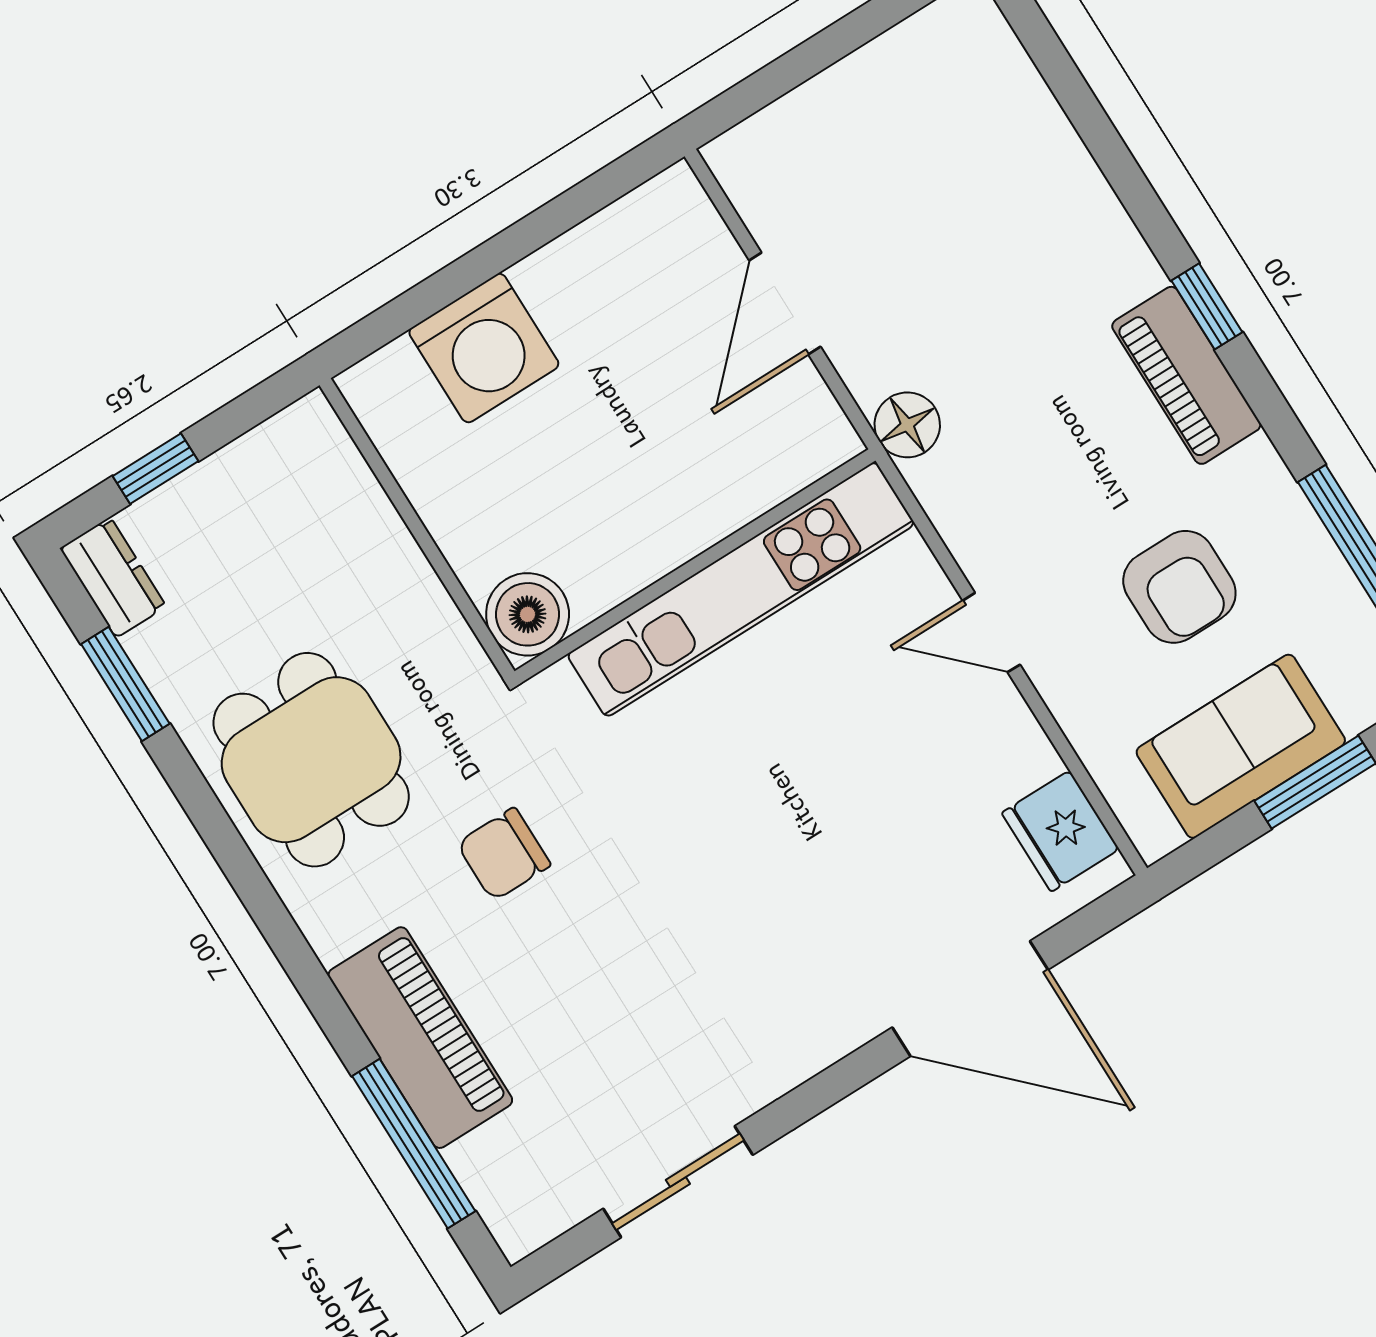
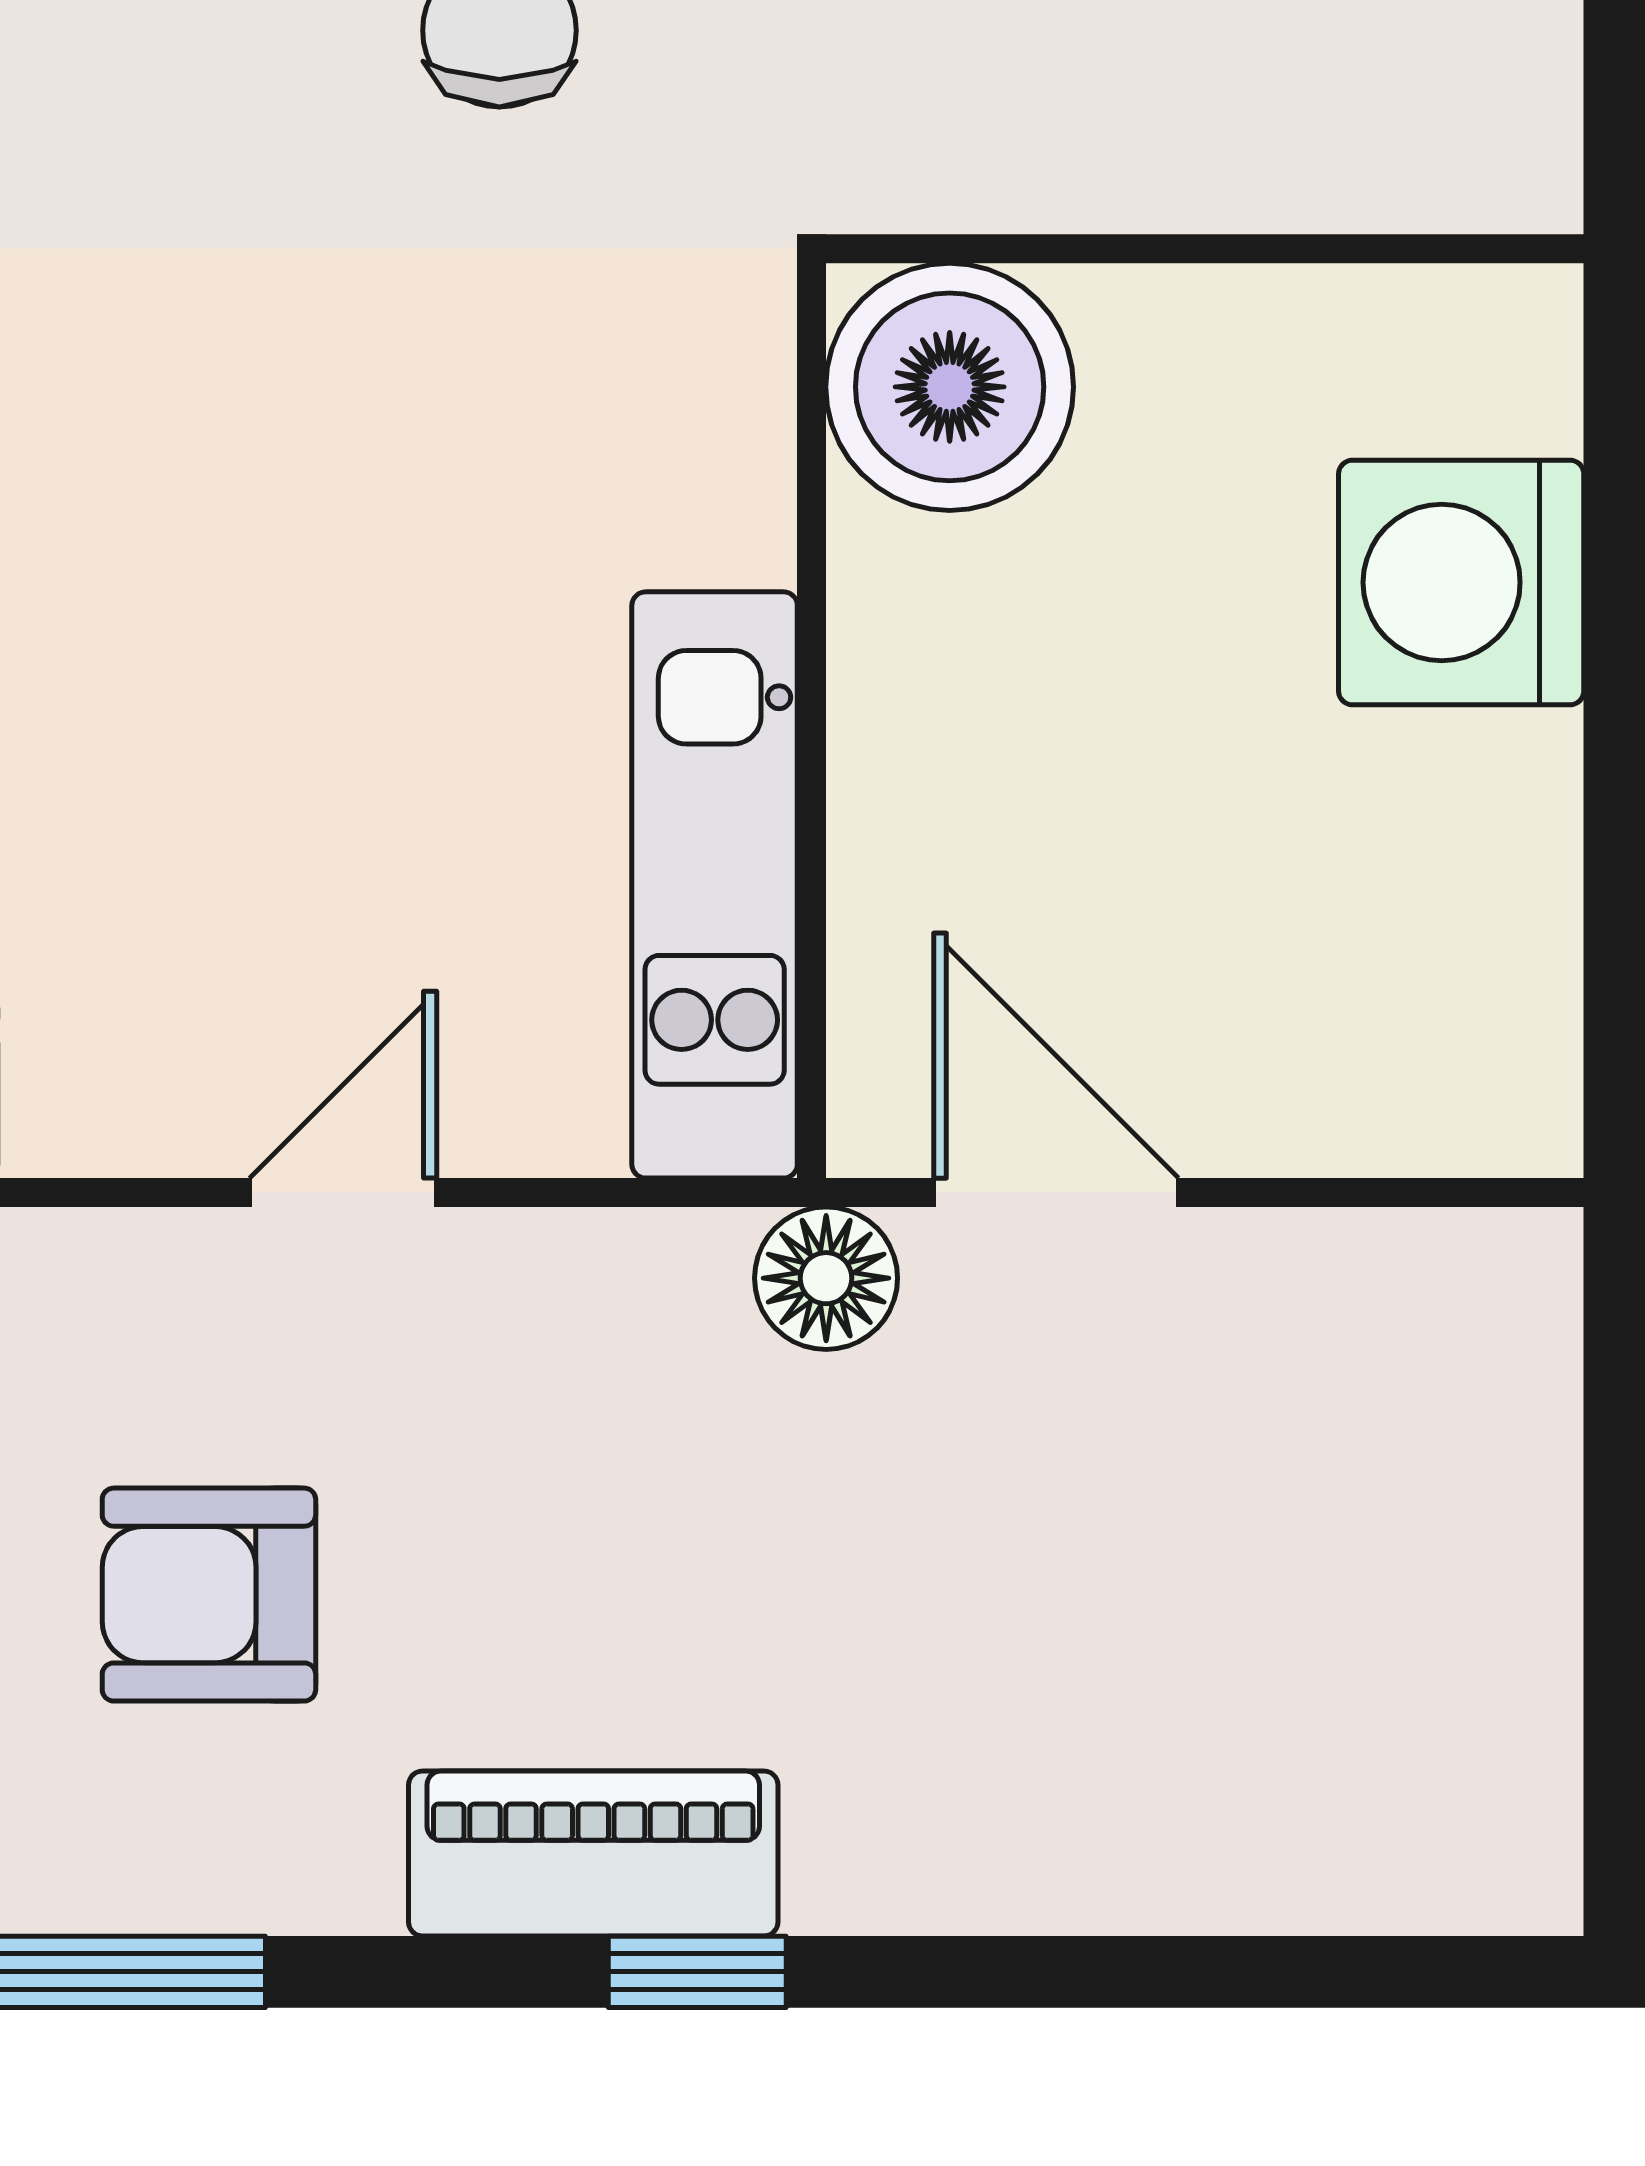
door: (785, 304) -> (1056, 1192), moved
kitchen unit: (741, 589) -> (715, 885), width x0.73
boiler: (528, 614) -> (950, 387), width x1.37, depth x1.37

